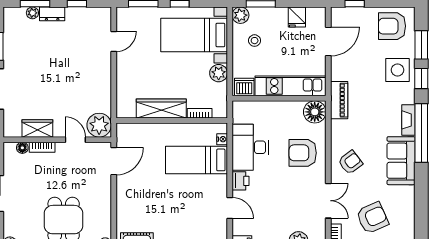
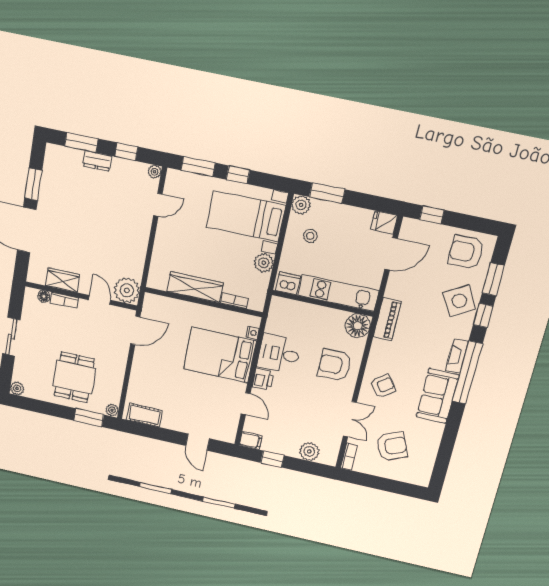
plant: (32, 13) -> (155, 172), moved
fridge: (297, 17) -> (384, 222), moved, turned 90
side table: (398, 70) -> (459, 301), turned -30
desk: (250, 147) -> (279, 354), width x0.73
bed: (196, 160) -> (220, 355), width x1.50

